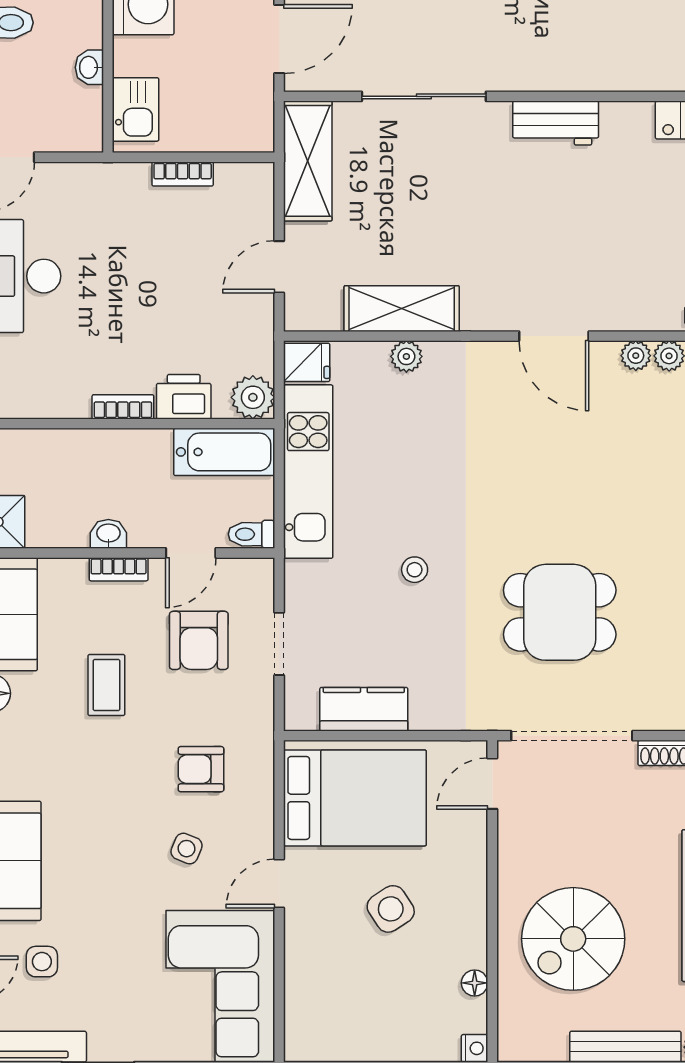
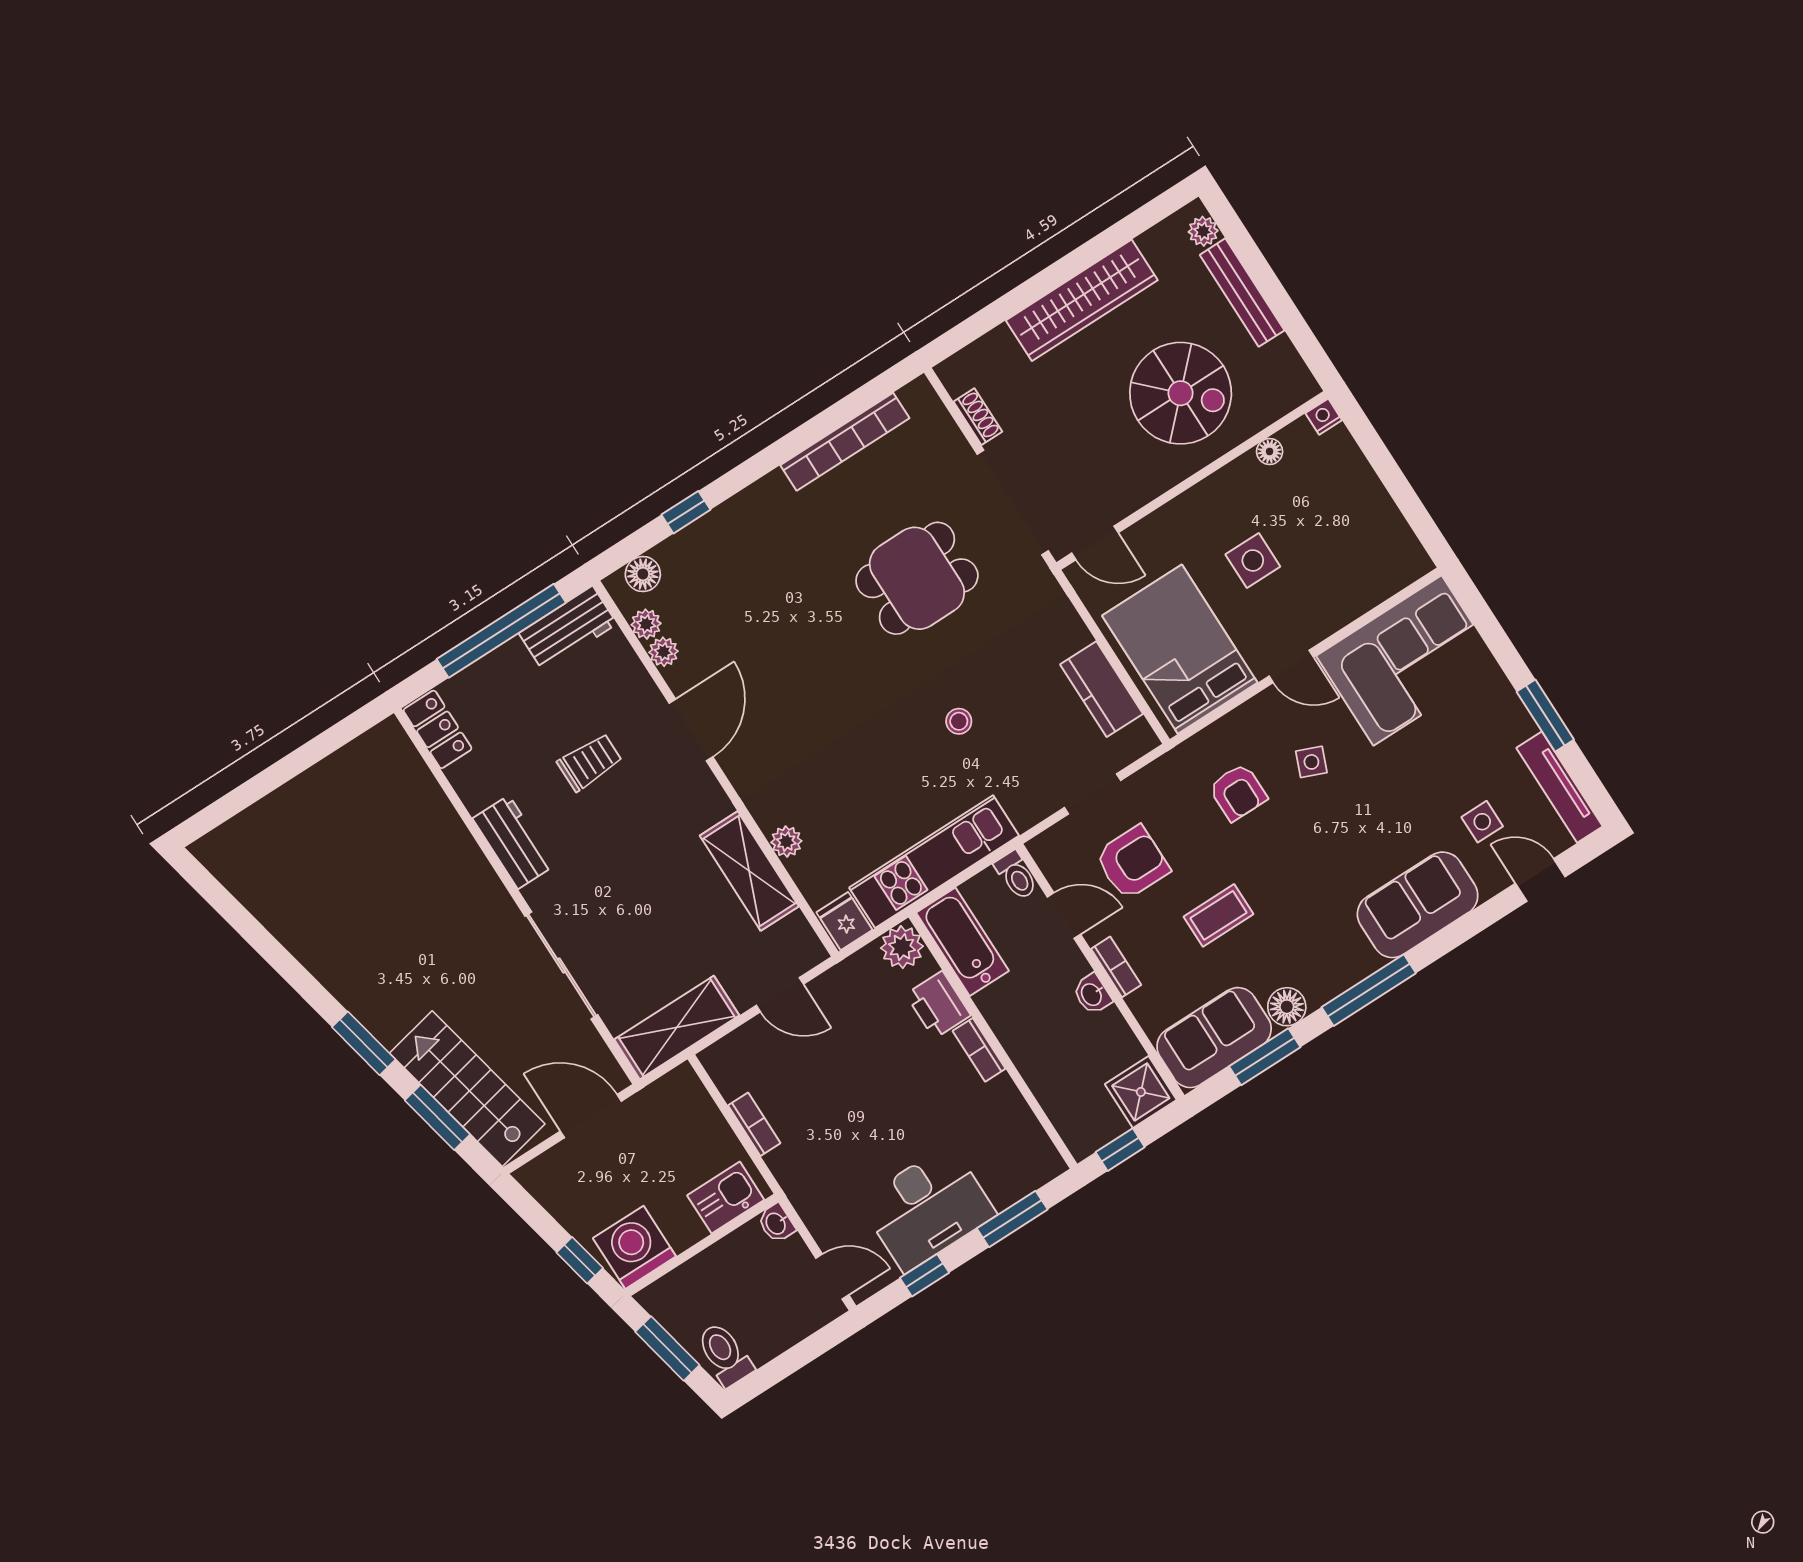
washbasin: (89, 67) -> (776, 1223), moved, turned 90
trolley: (582, 232) -> (590, 762), added
dining table: (560, 612) -> (917, 578), turned 90
side table: (391, 909) -> (1253, 560), turned 33

